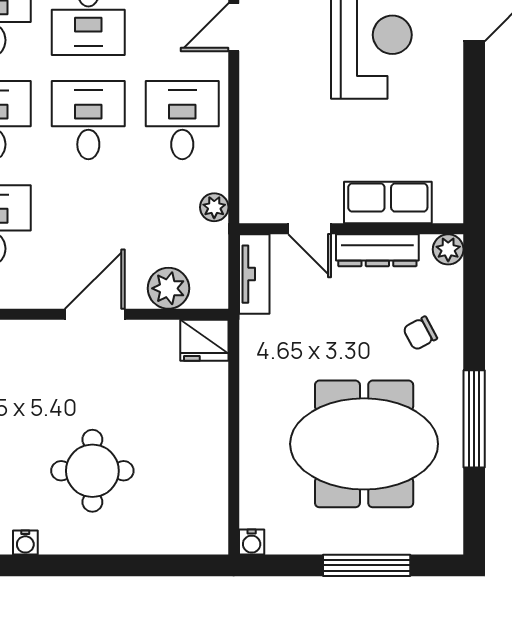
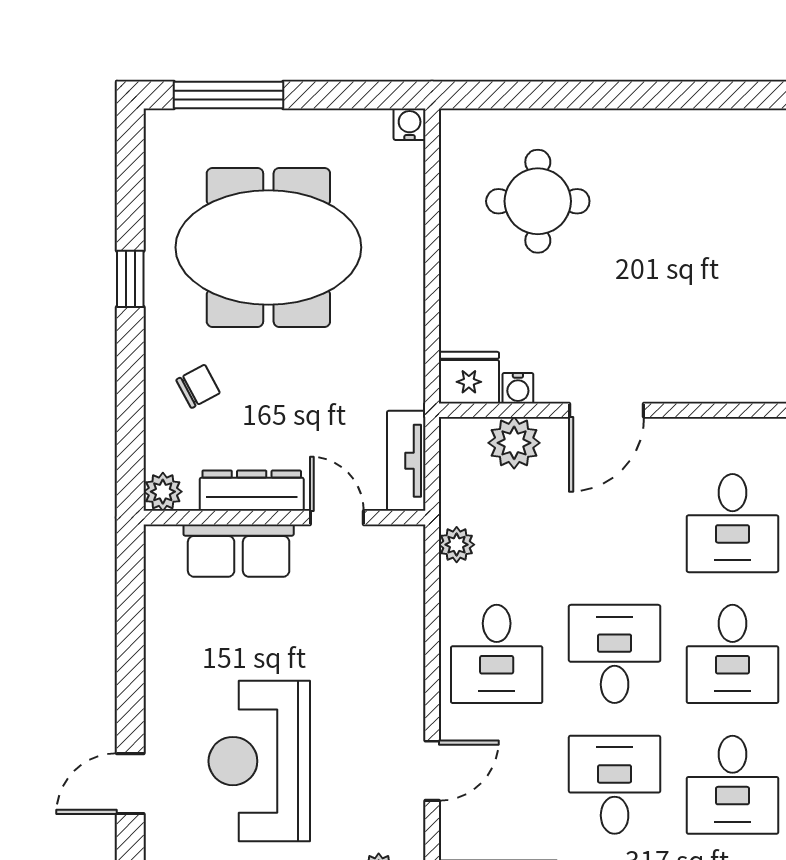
desk: (88, 120) -> (615, 654), turned 180
window: (474, 419) -> (130, 279), width x0.46
round table: (92, 471) -> (538, 201), moved
water cooler: (25, 542) -> (518, 388), moved, turned 180
window: (367, 565) -> (229, 95), moved

